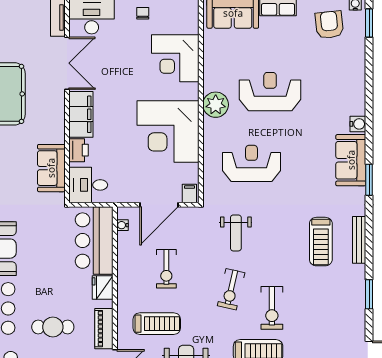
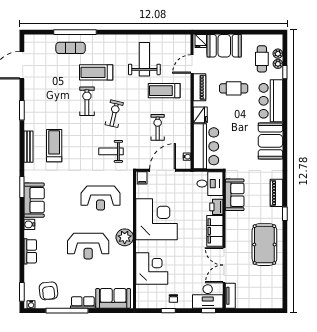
row of seats: (357, 84) -> (30, 251), added
weight bench: (236, 233) -> (111, 151), turned -90

